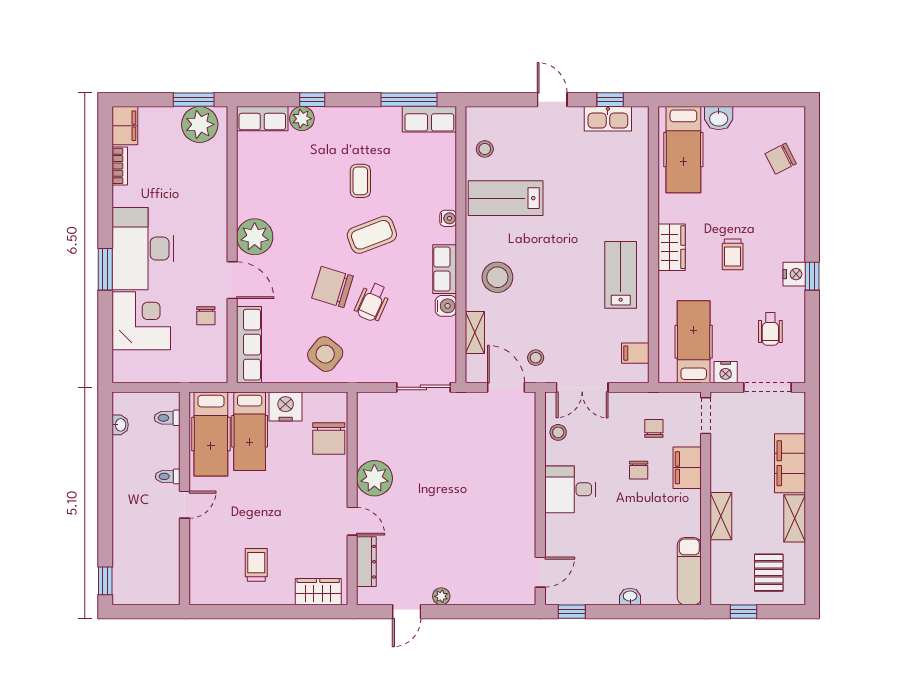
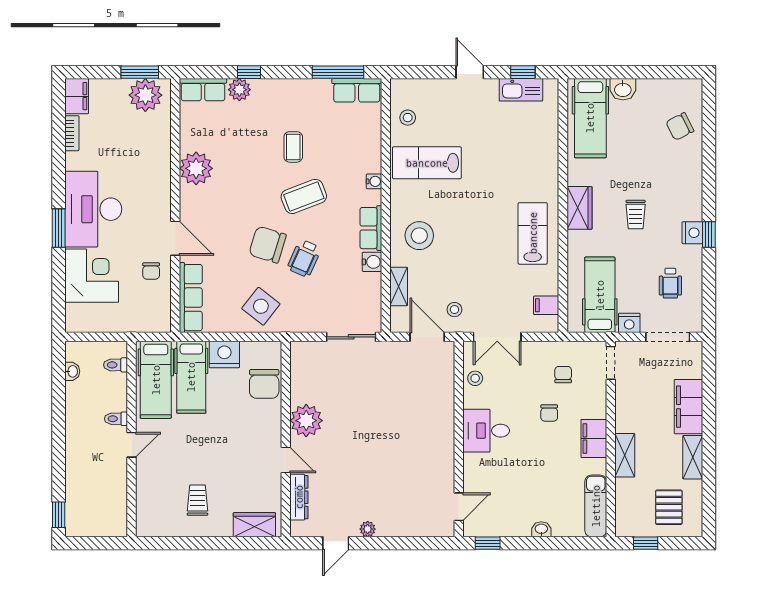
plant: (255, 237) -> (196, 168), moved
filing cabinet: (687, 468) -> (594, 438), moved

